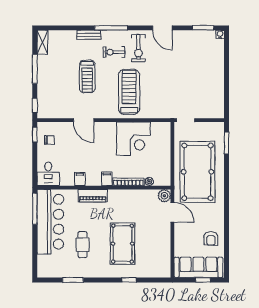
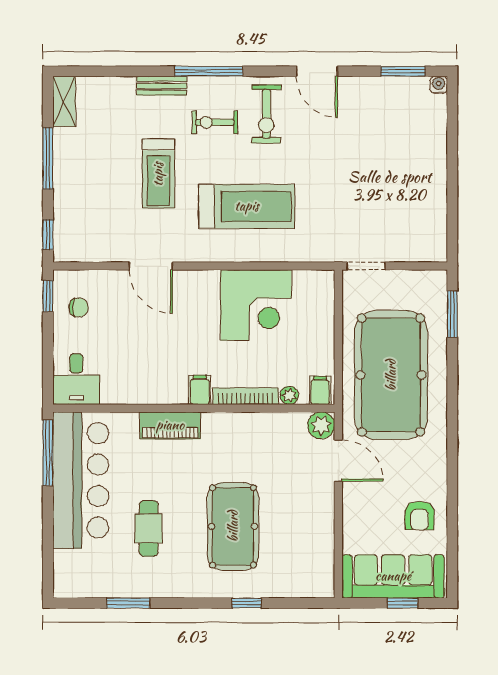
treadmill: (129, 92) -> (247, 206), turned 90
filing cabinet: (80, 179) -> (320, 390), moved

